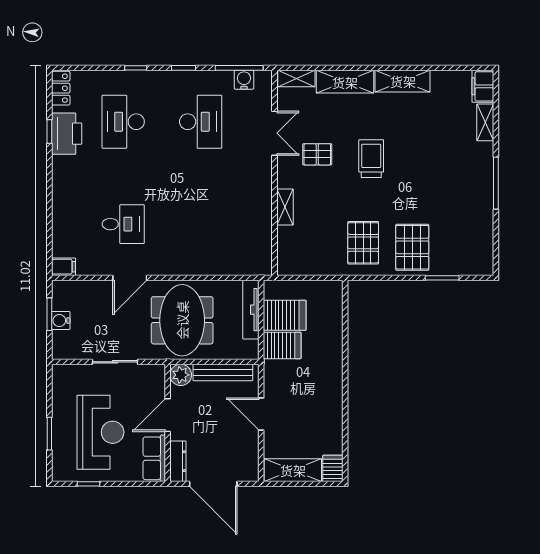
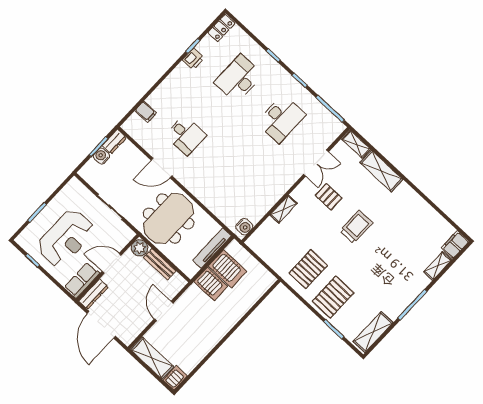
water cooler: (244, 80) -> (244, 227), moved, turned 90
shelving: (403, 81) -> (373, 332), moved, turned 90
printer: (67, 134) -> (193, 59), width x0.53, depth x0.68
filing cabinet: (63, 267) -> (146, 112), moved
dresser: (60, 295) -> (114, 142), added
bench: (223, 372) -> (160, 264), width x0.73

